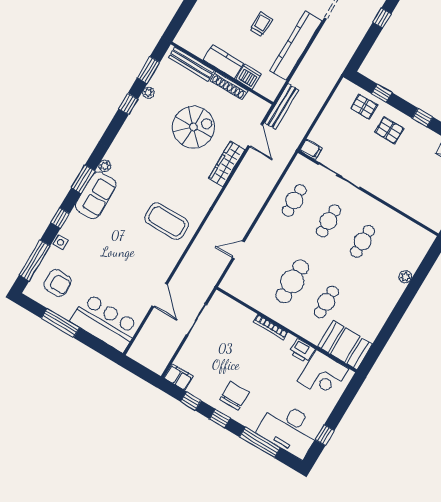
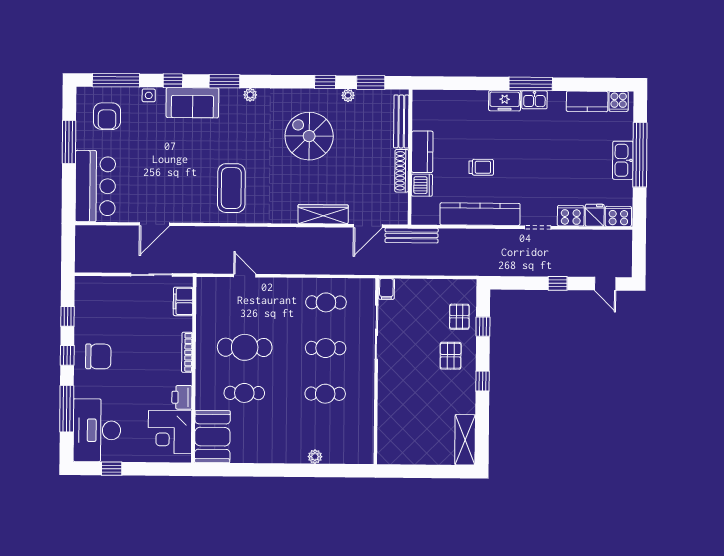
spiral stairs: (193, 127) -> (309, 136), moved, turned 180
sofa: (96, 195) -> (192, 103), moved
filing cabinet: (178, 377) -> (183, 301), moved, turned 180

